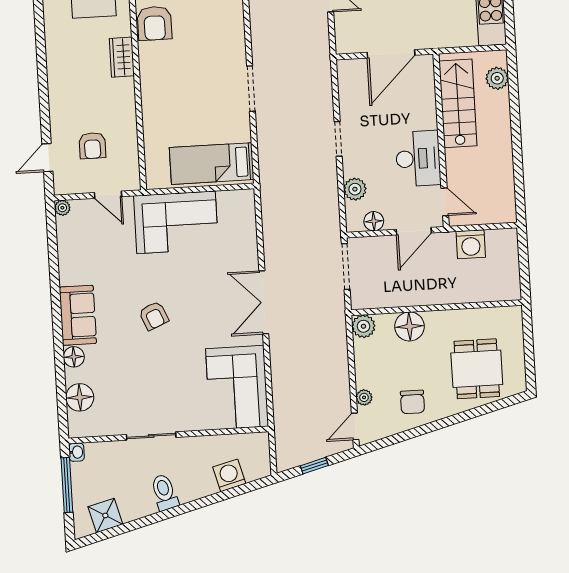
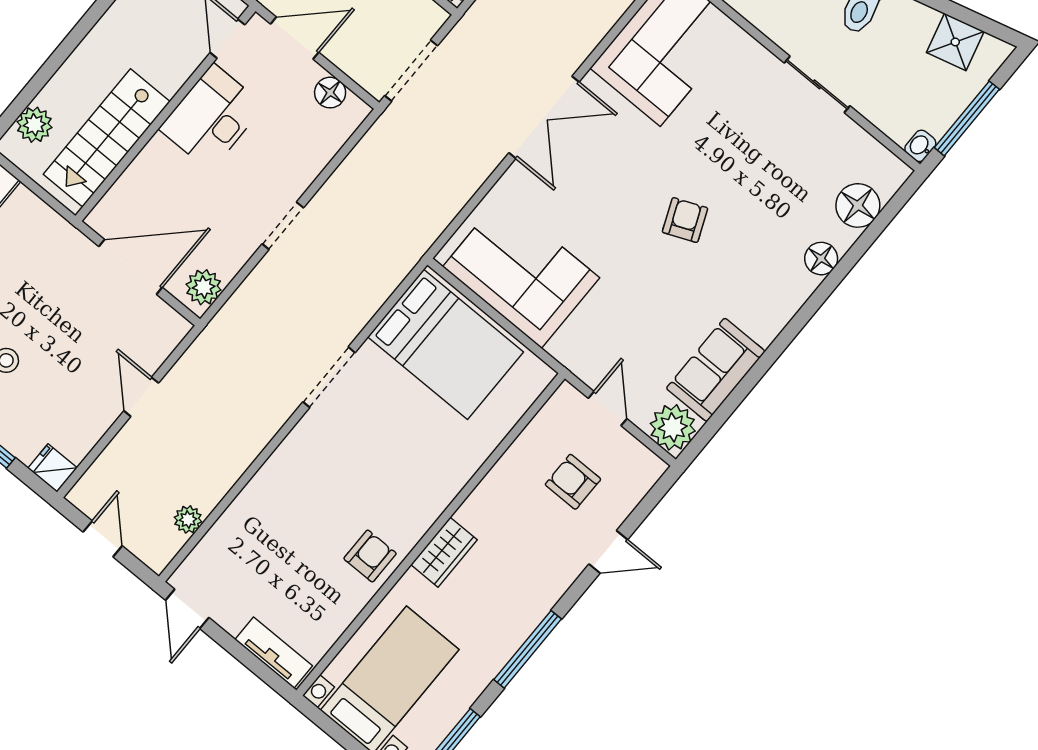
armchair: (154, 23) -> (370, 556), width x0.72, depth x0.72
window: (41, 48) -> (528, 649), added
armchair: (92, 146) -> (573, 482), turned -90
door: (47, 158) -> (608, 552), moved
bed: (212, 164) -> (446, 344), width x1.50
plant: (355, 189) -> (204, 287), moved
plant: (62, 208) -> (673, 427), width x1.88, depth x1.88
corner sofa: (176, 222) -> (521, 272), moved
sofa: (78, 315) -> (716, 370), moved

